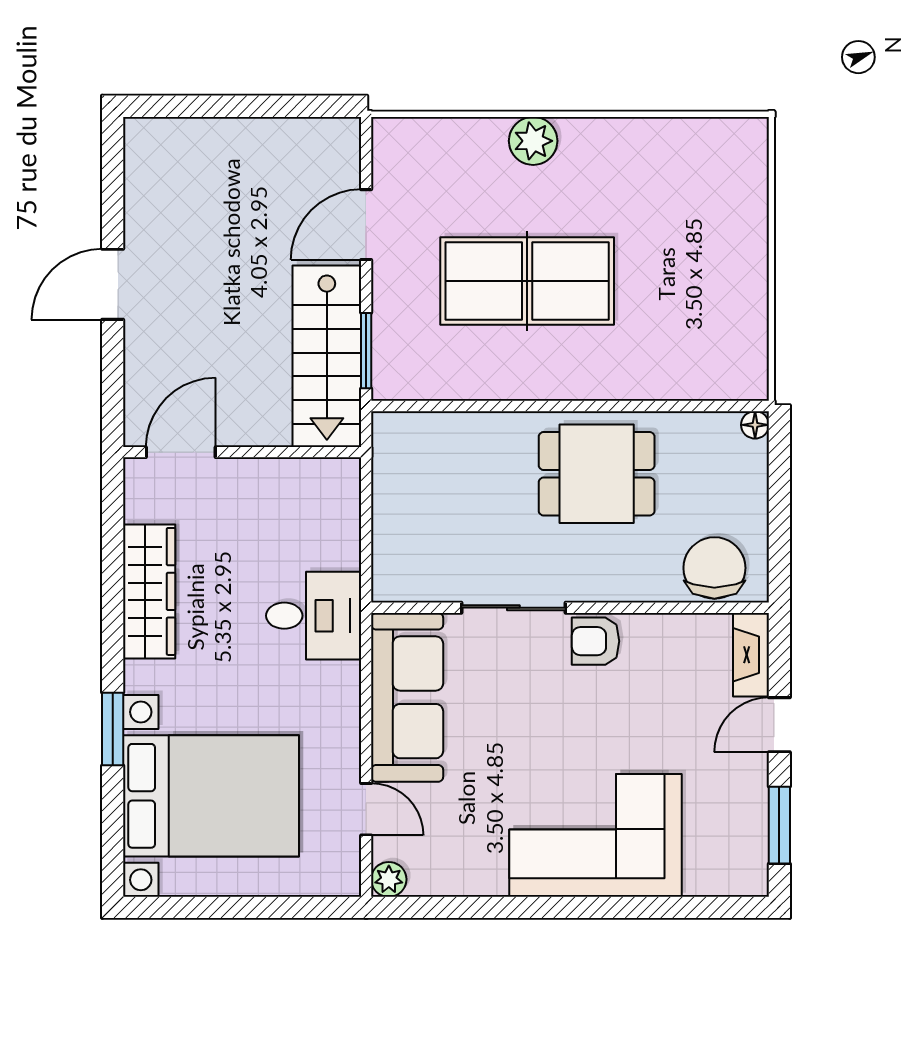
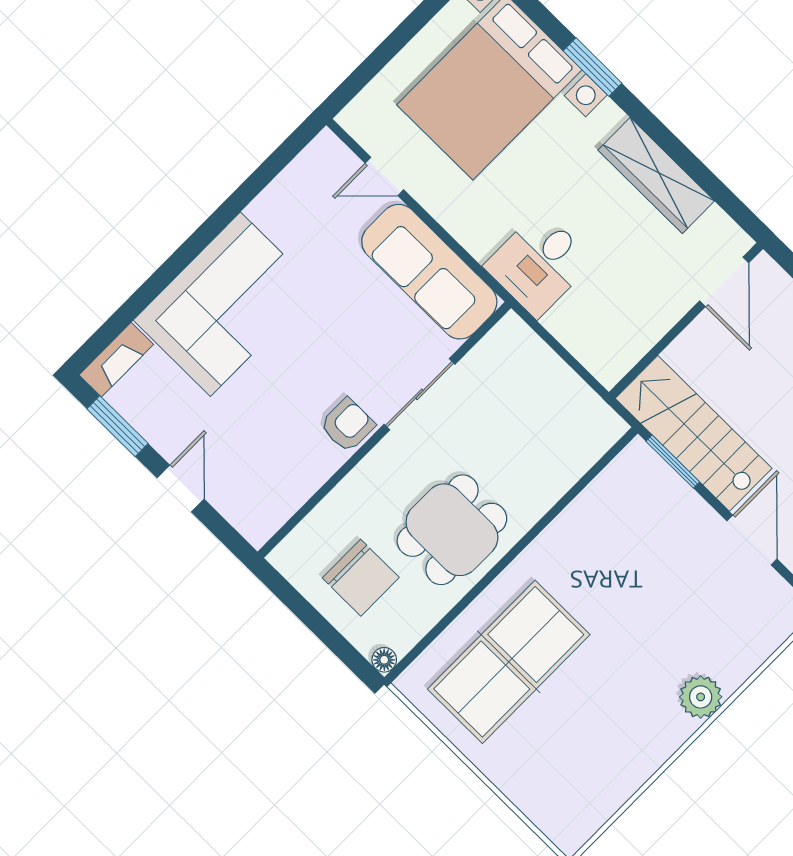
table tennis table: (527, 281) -> (509, 662), moved
chair: (714, 568) -> (361, 578), moved
fireplace: (751, 655) -> (116, 360), moved, turned 90
plant: (389, 879) -> (326, 147), removed

